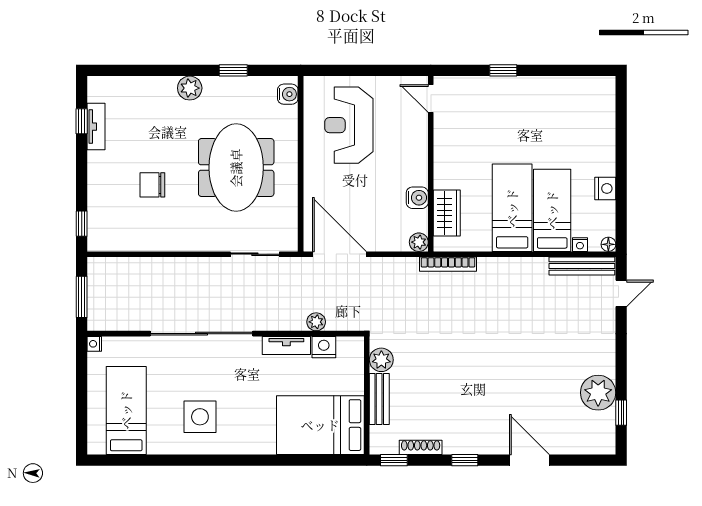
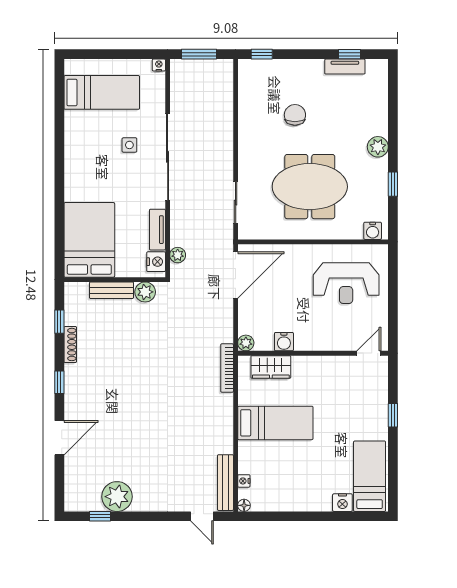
reception desk: (349, 125) -> (346, 283), turned 180
nightstand: (605, 188) -> (342, 503), moved
bed: (552, 210) -> (370, 476), moved, turned -90
plant: (381, 360) -> (145, 292), moved
wall: (367, 395) -> (115, 280), moved
bench: (379, 399) -> (111, 290), moved
side table: (200, 417) -> (129, 145), moved, width x0.54, depth x0.54
bed: (320, 425) -> (89, 240), moved

